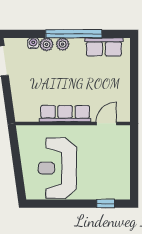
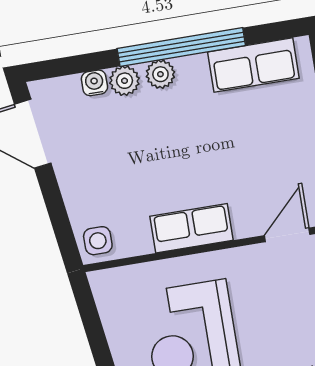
side table: (23, 112) -> (98, 241), added
row of seats: (65, 114) -> (192, 228), width x0.68

